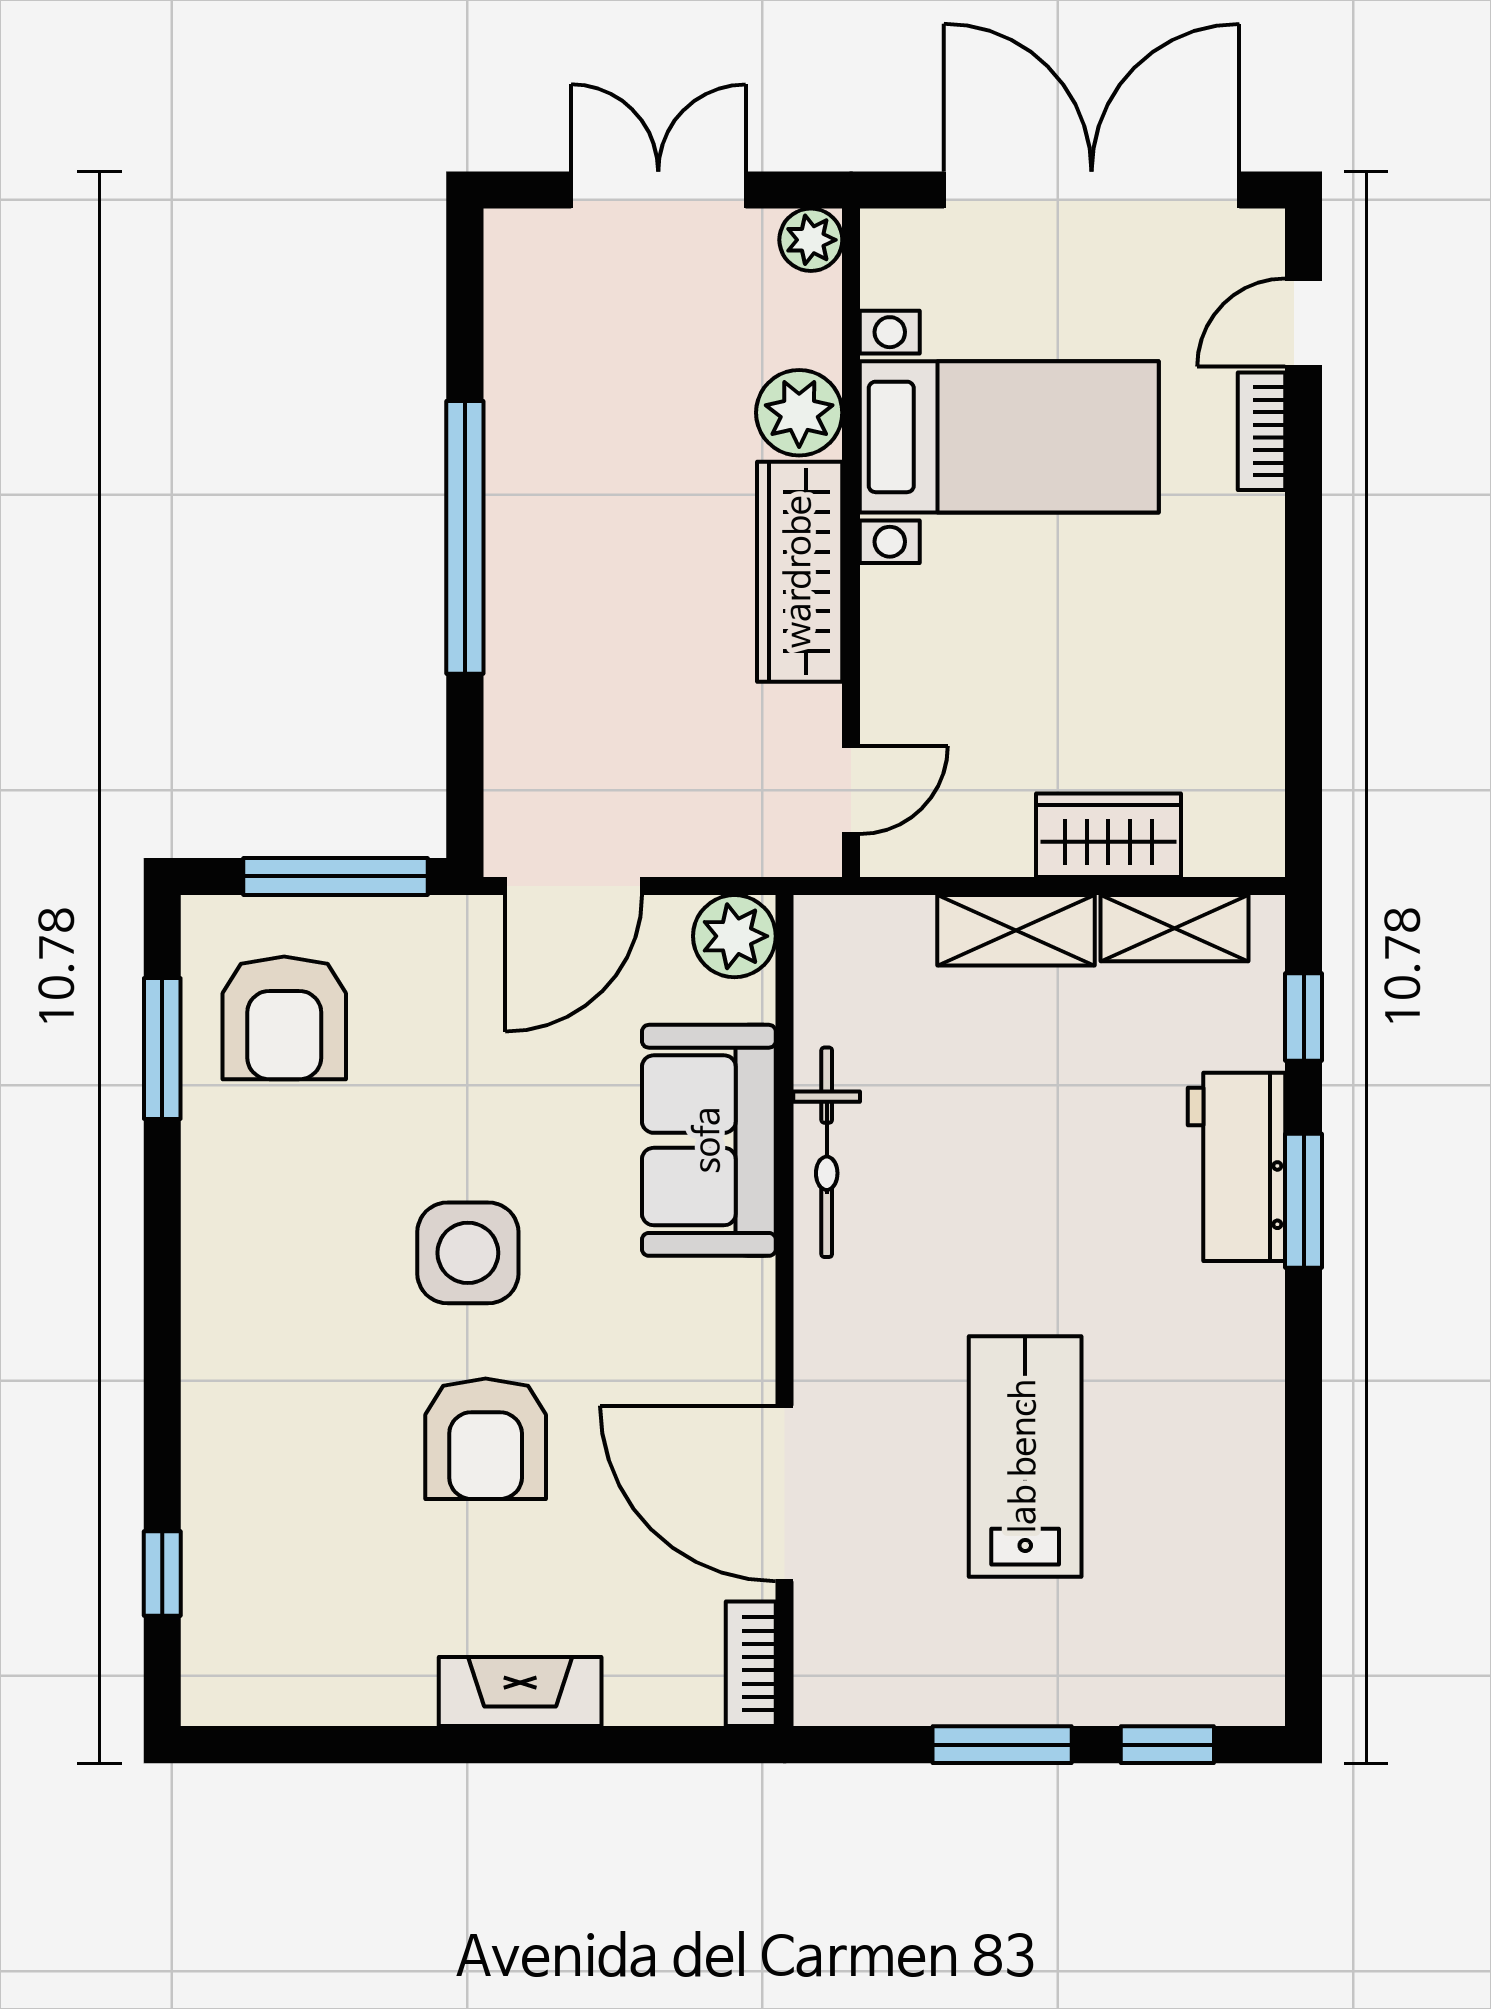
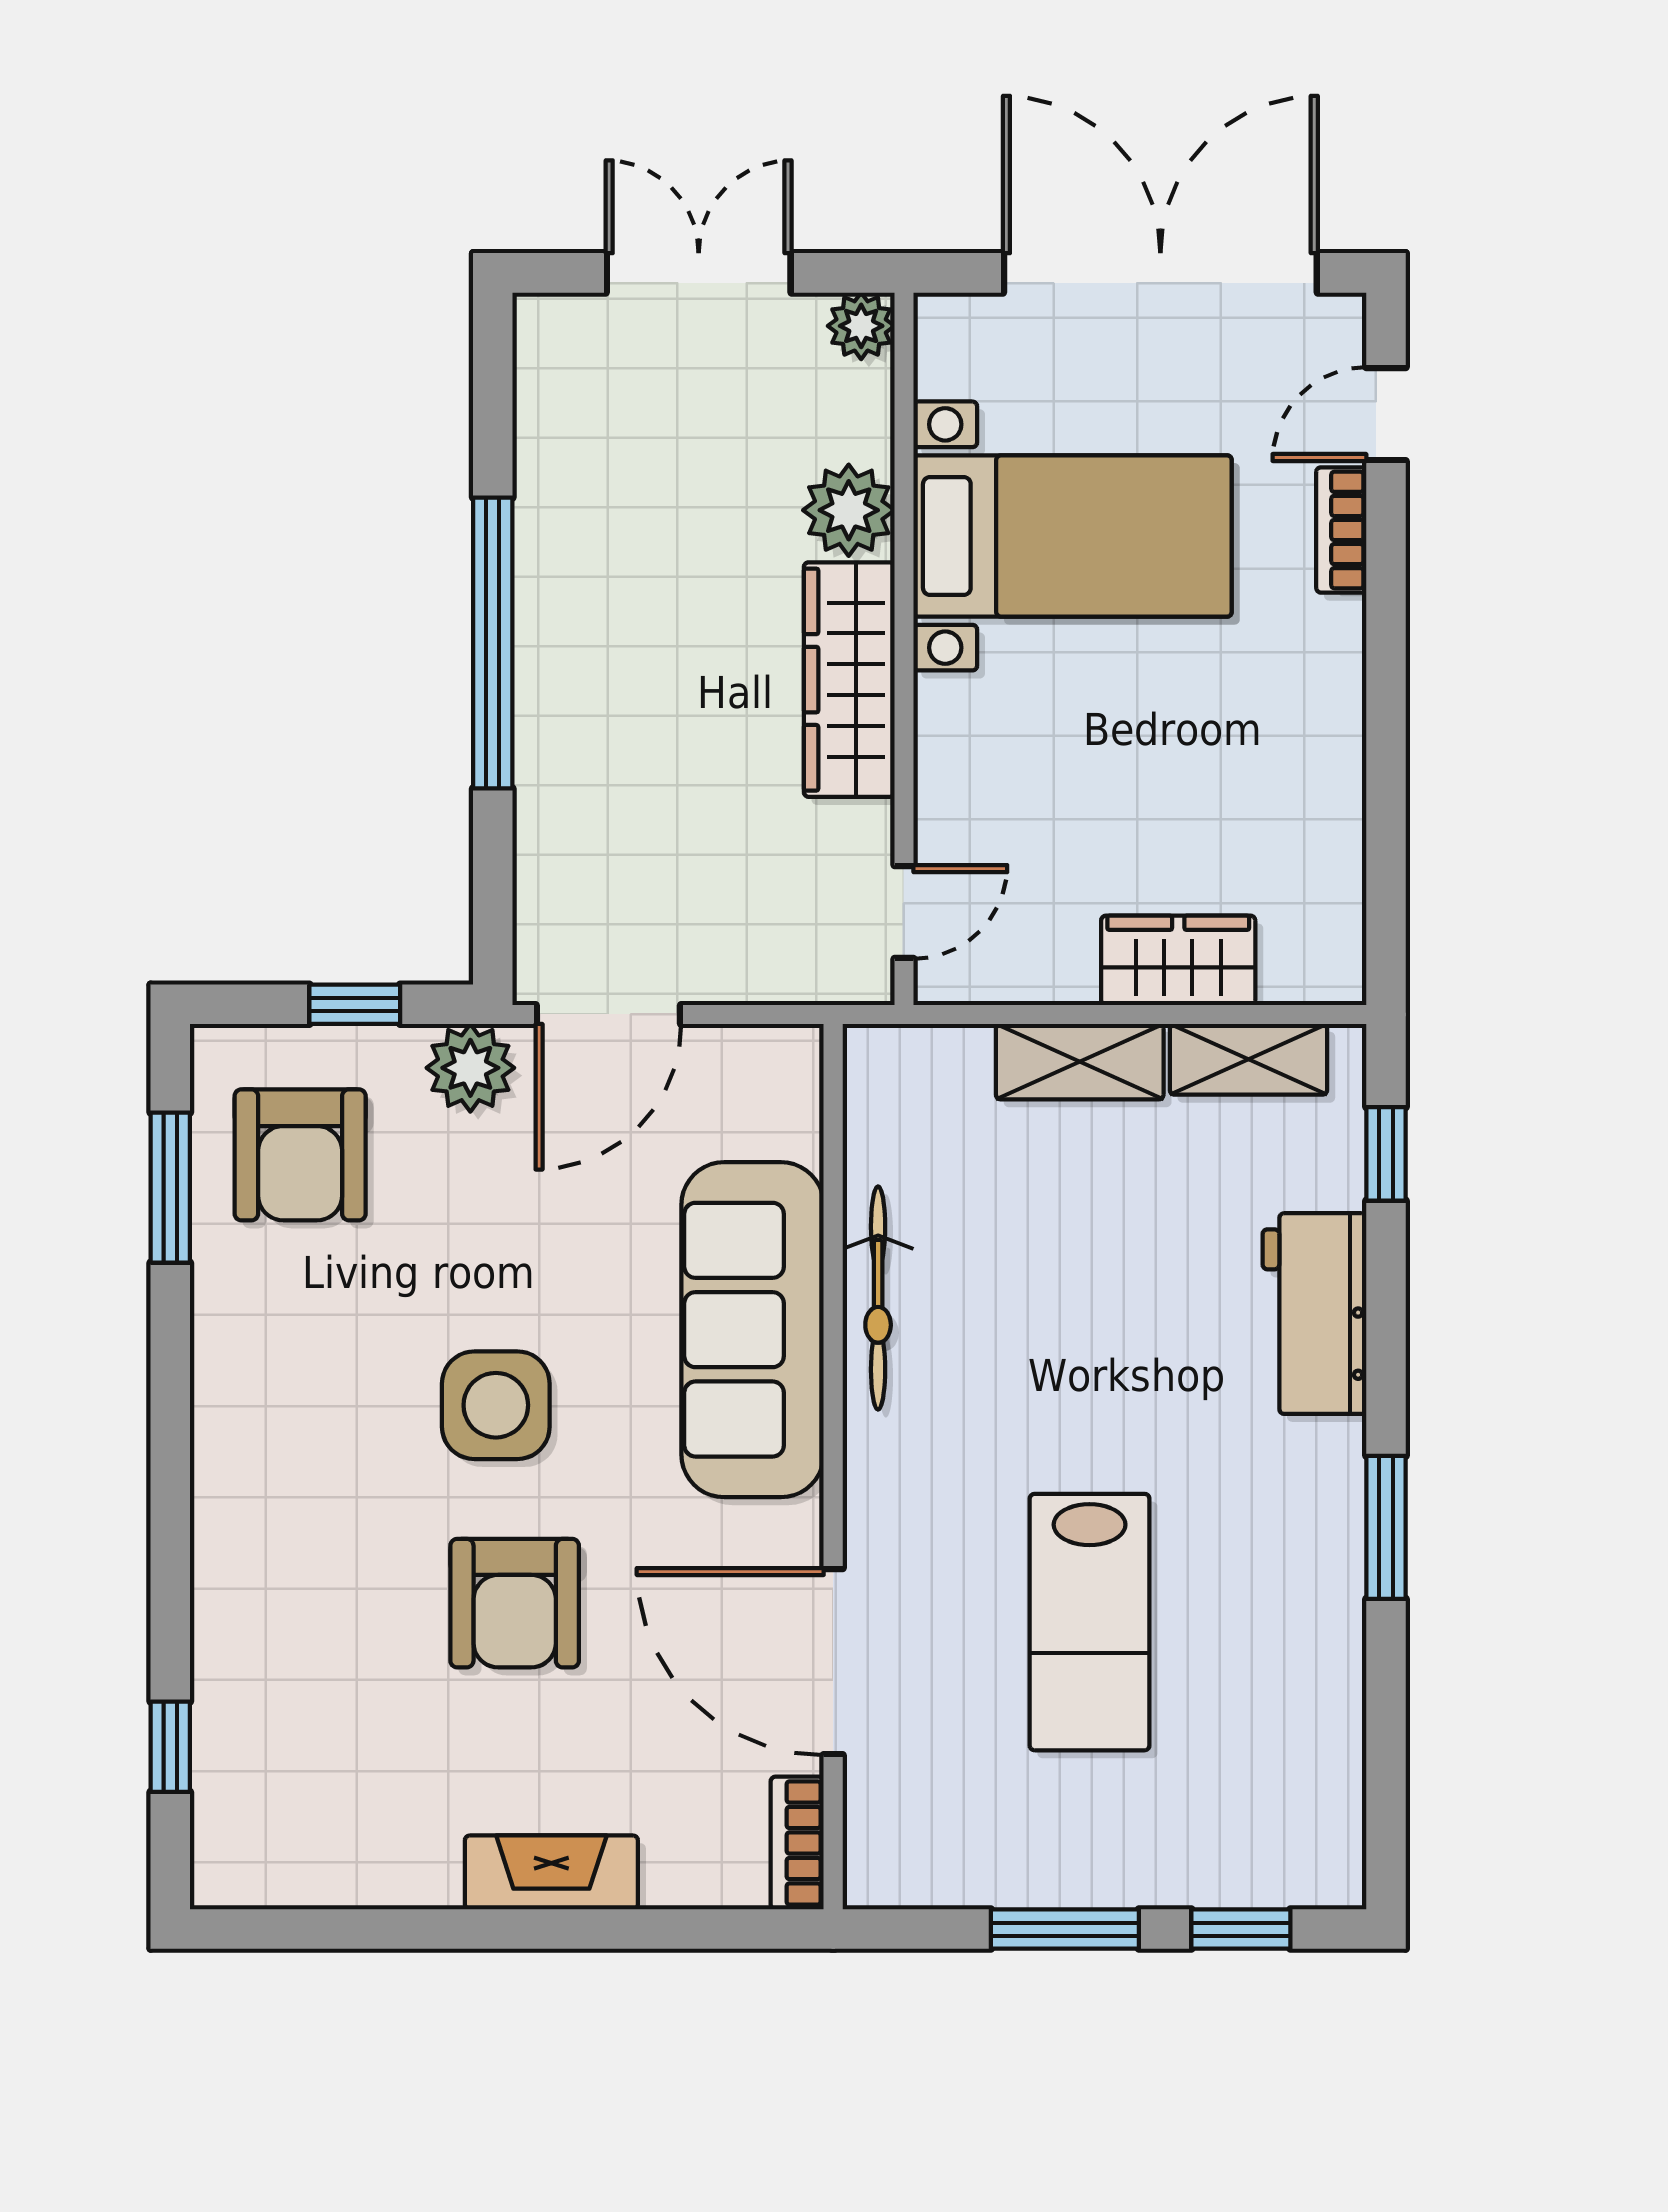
window: (336, 876) -> (355, 1004), width x0.46
plant: (734, 936) -> (470, 1068), moved
sofa: (709, 1140) -> (753, 1330), width x1.36
window: (1304, 1201) -> (1386, 1527), moved
lab bench: (1025, 1456) -> (1090, 1622), turned 180

